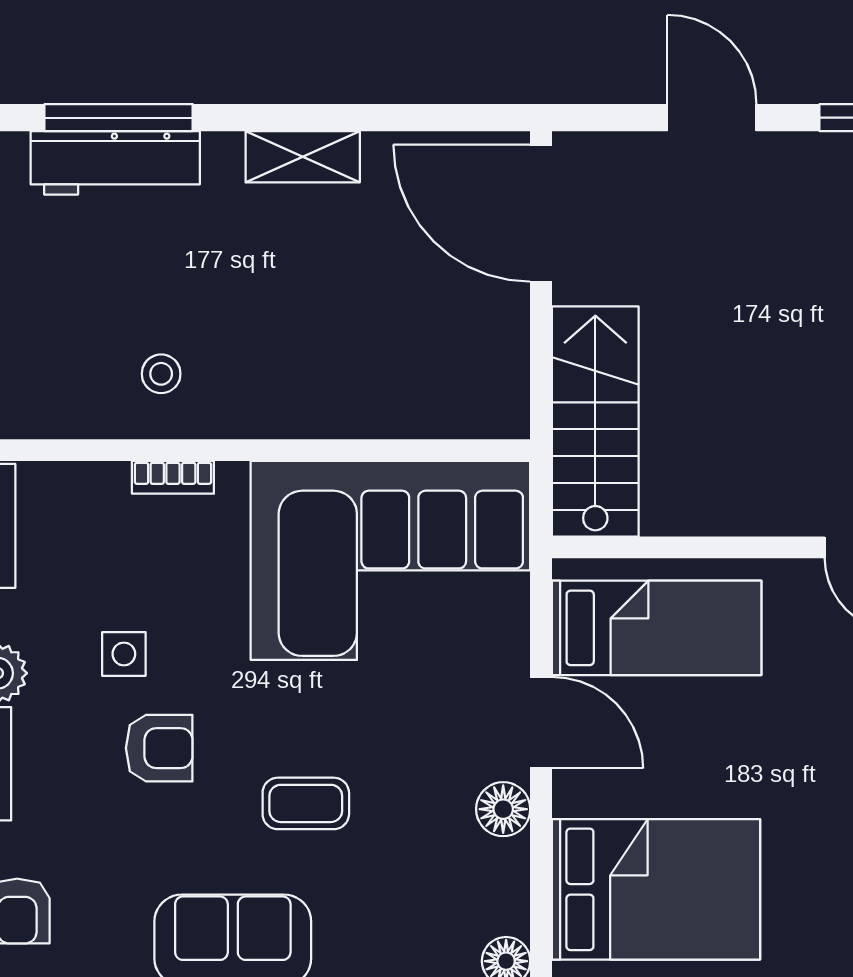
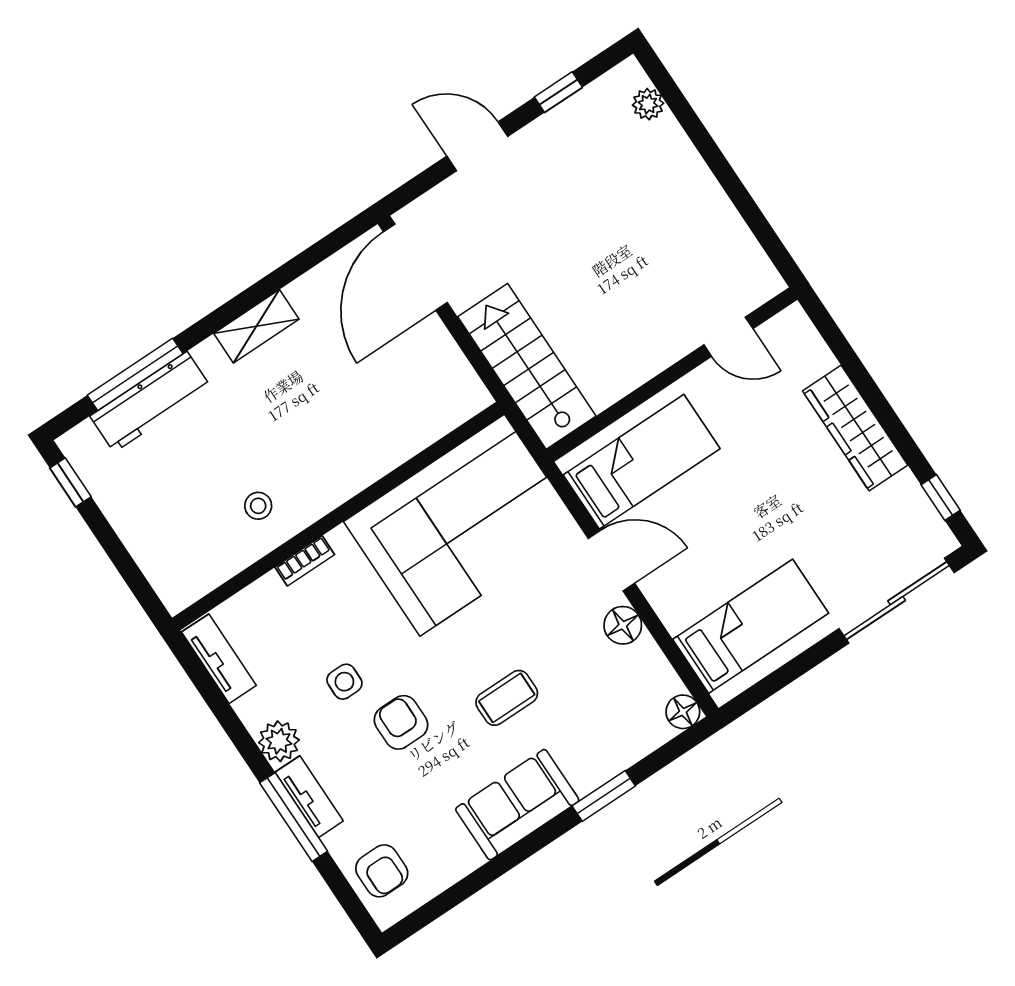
door: (541, 213) -> (415, 267), hinge flipped
armchair: (159, 748) -> (401, 722), turned -90
bed: (656, 889) -> (751, 626), width x0.67

